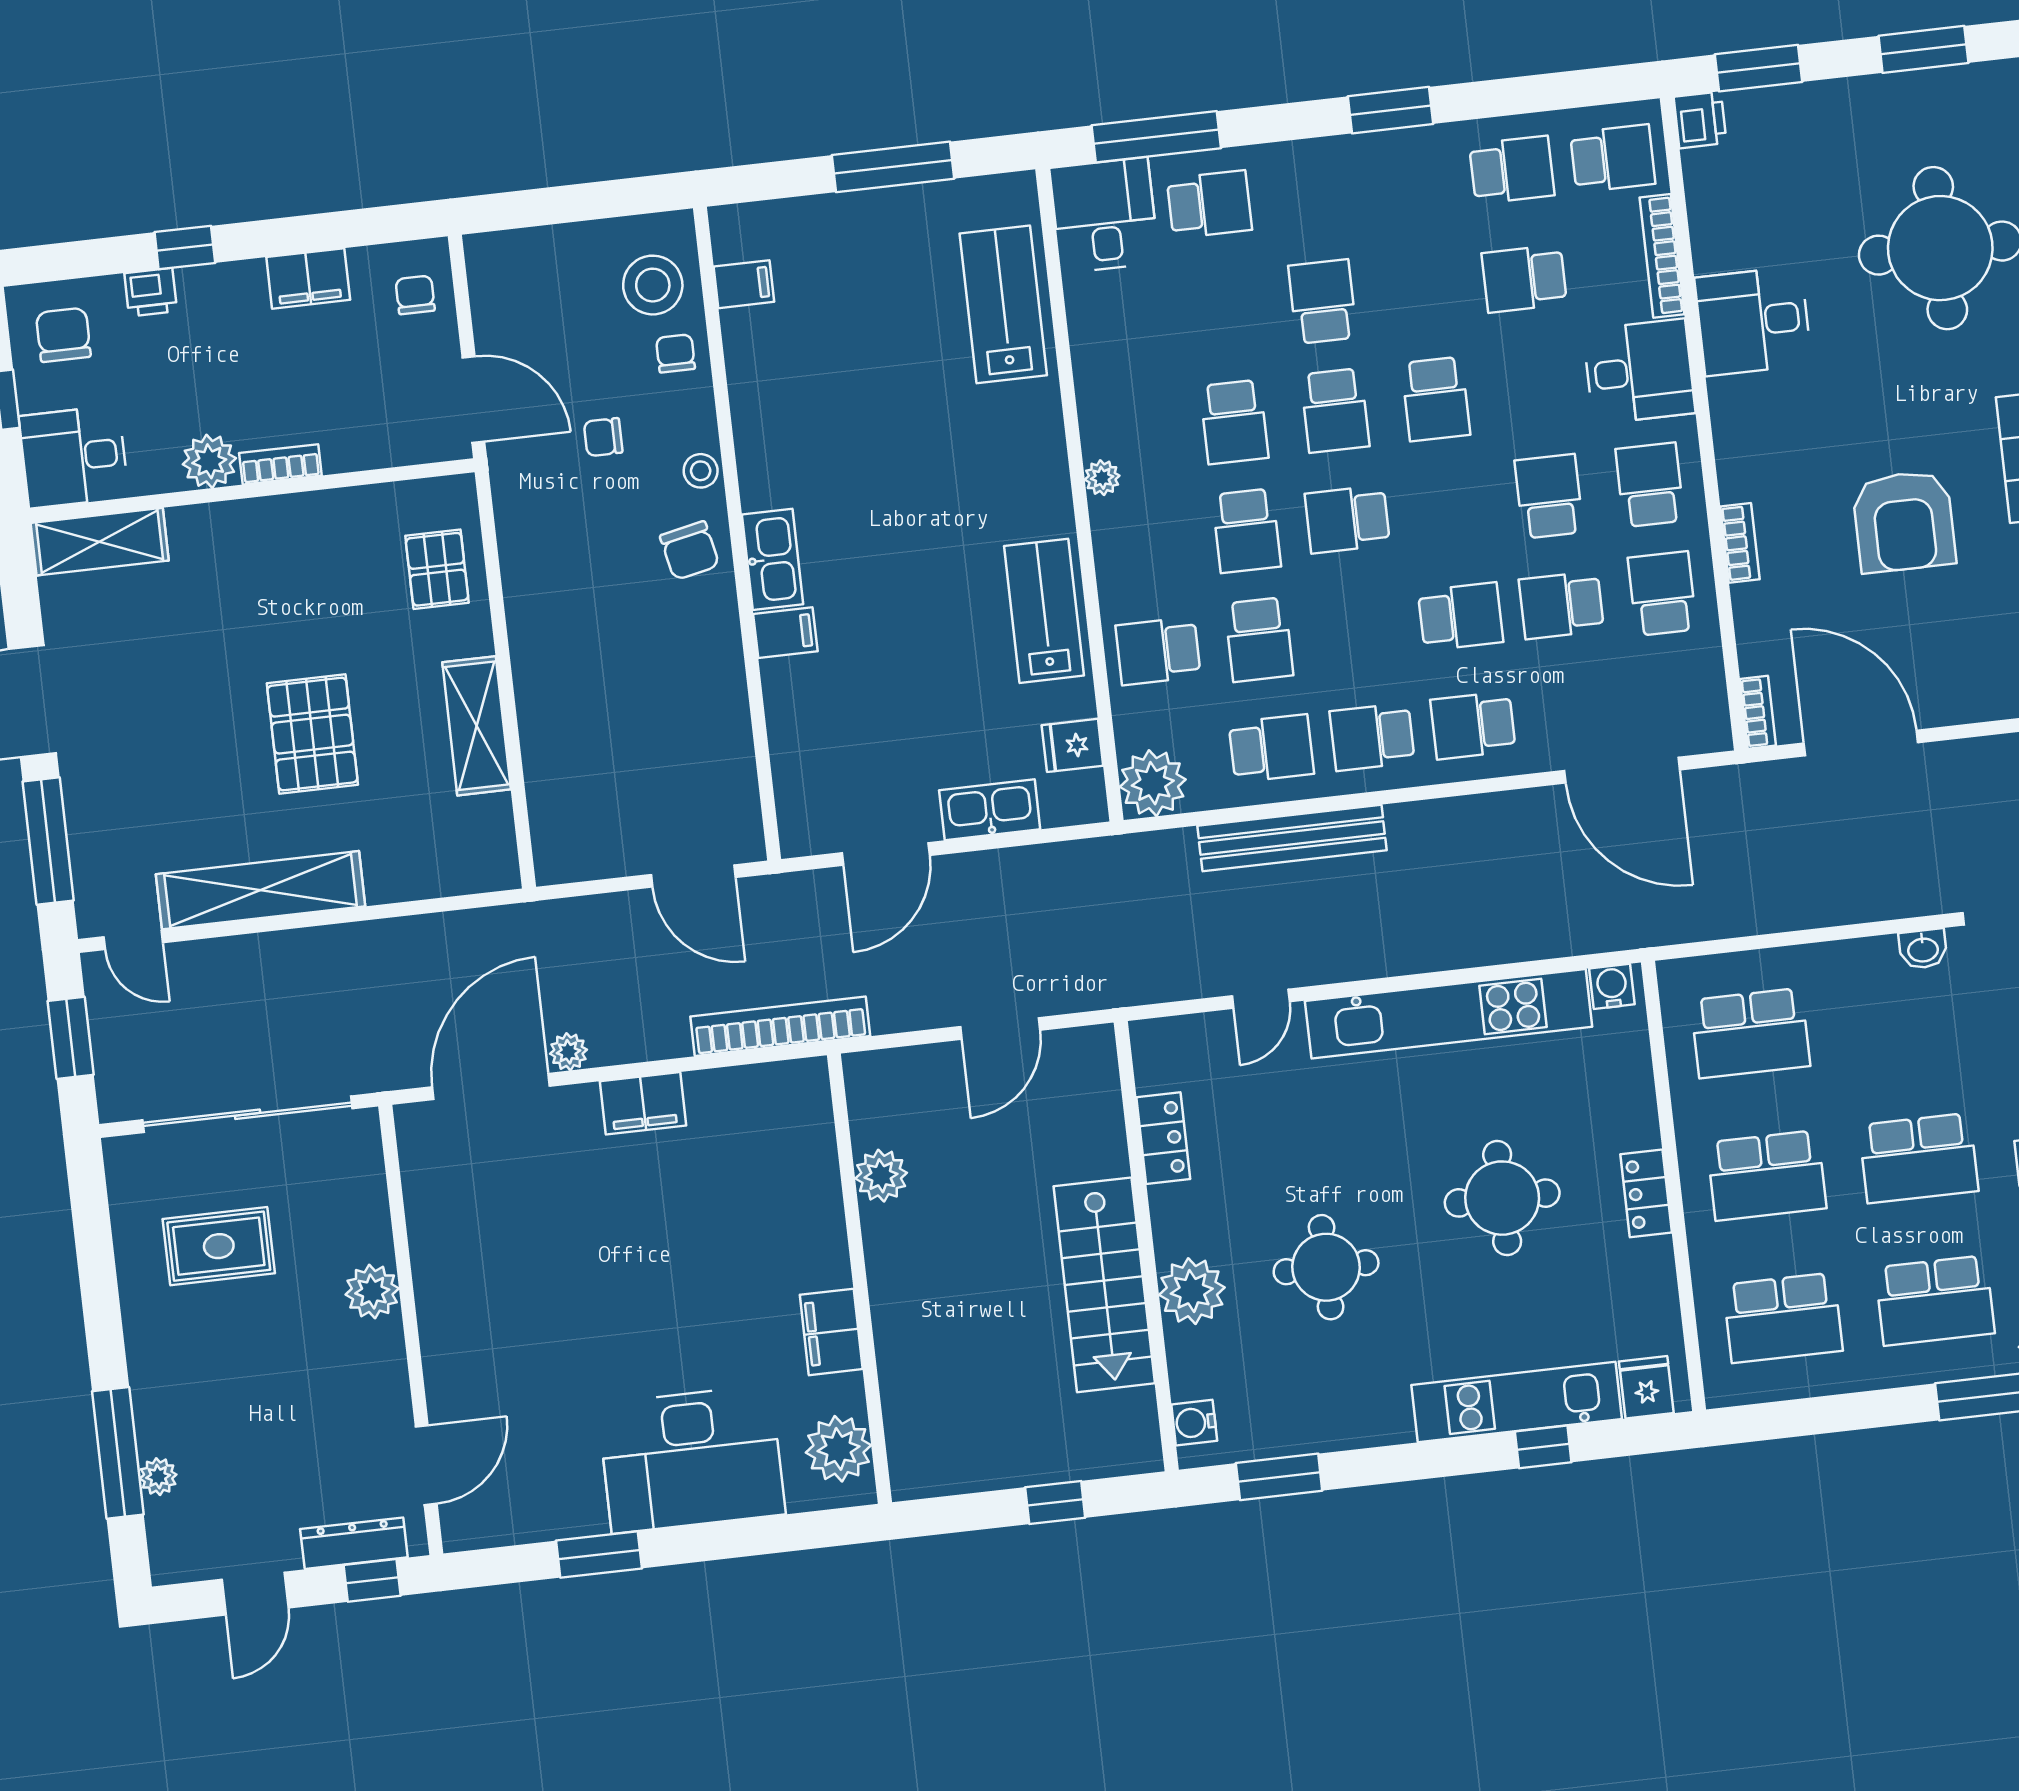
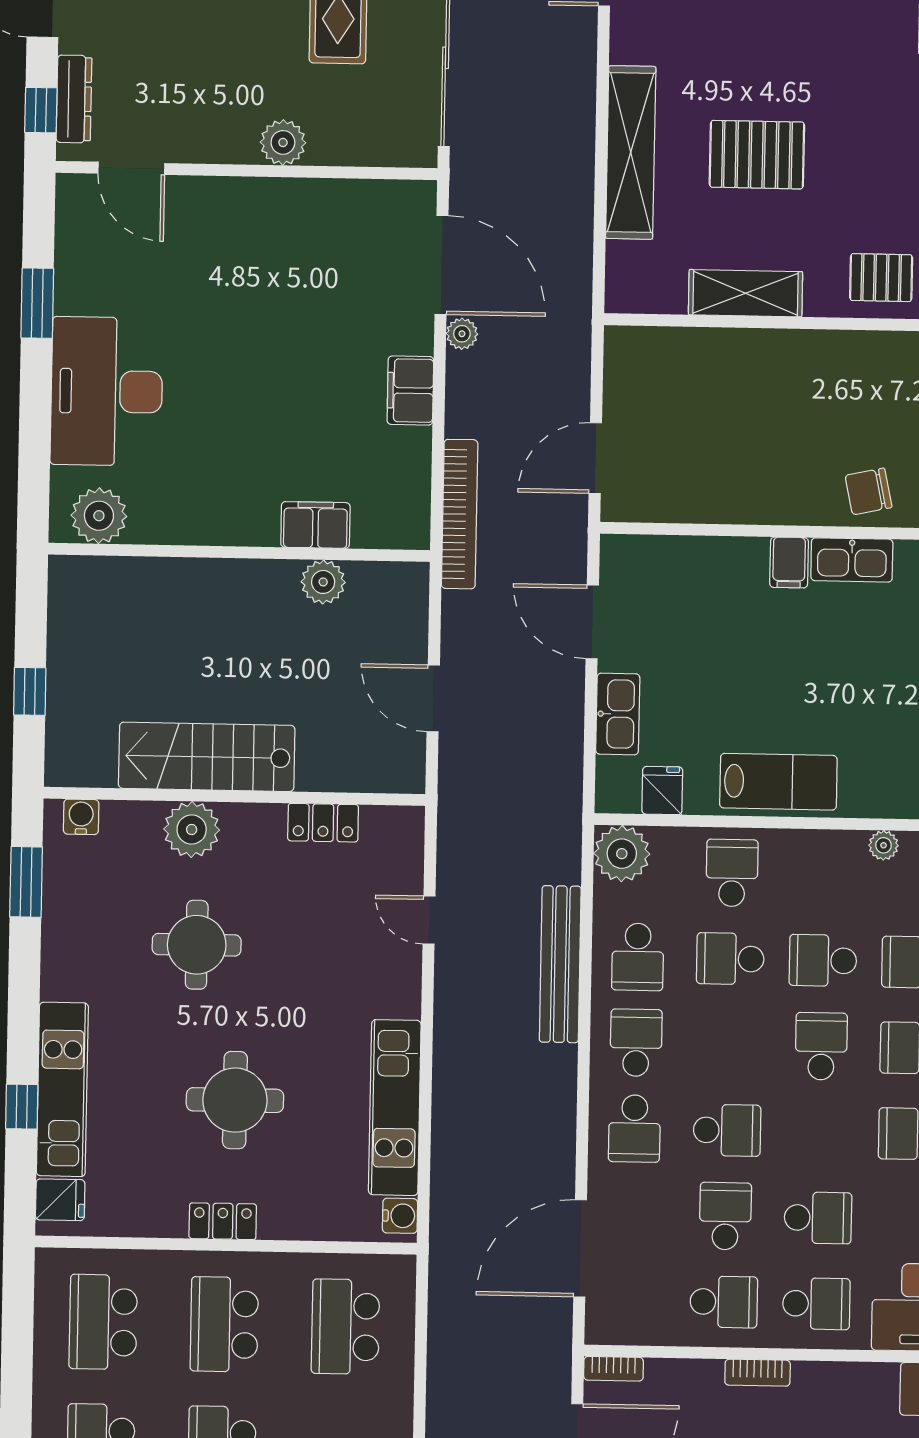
school desk: (1461, 617) -> (727, 1130), turned -90
school desk: (1473, 725) -> (634, 1128), turned 180
shelving: (261, 890) -> (631, 152), moved
kitchen unit: (1449, 1014) -> (395, 1108), width x0.73
filing cabinet: (831, 1332) -> (315, 525), moved

